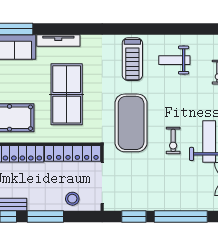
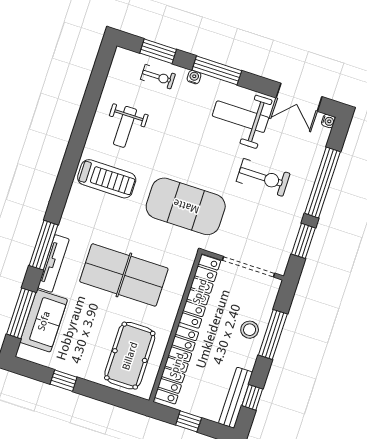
window: (69, 29) -> (44, 245), added
exercise bike: (173, 140) -> (263, 177), moved, width x1.38, depth x1.39
stool: (72, 199) -> (250, 330), moved
window: (45, 216) -> (273, 334), moved

